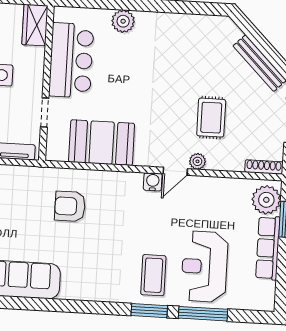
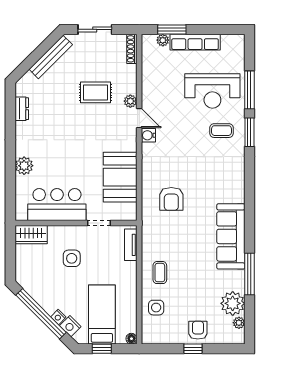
dresser: (196, 22) -> (22, 109), added
plant: (266, 200) -> (163, 40), width x0.53, depth x0.53
coffee table: (153, 275) -> (221, 131), width x0.73, depth x0.77

